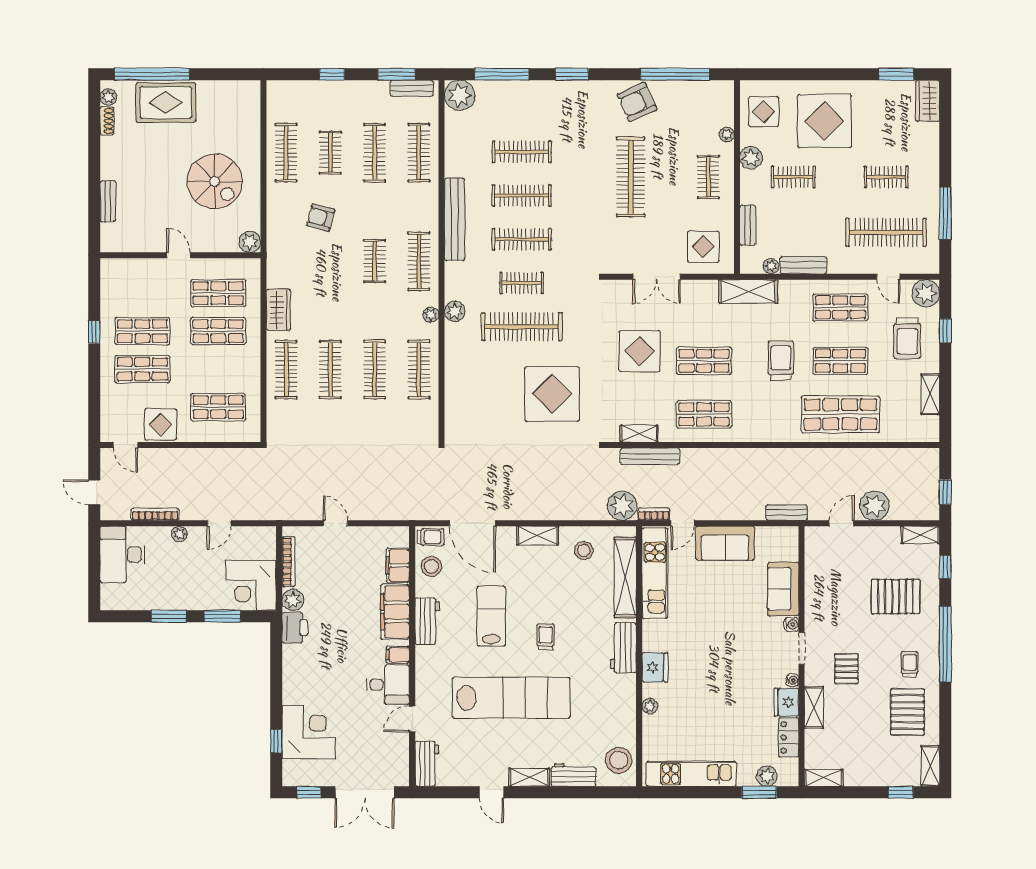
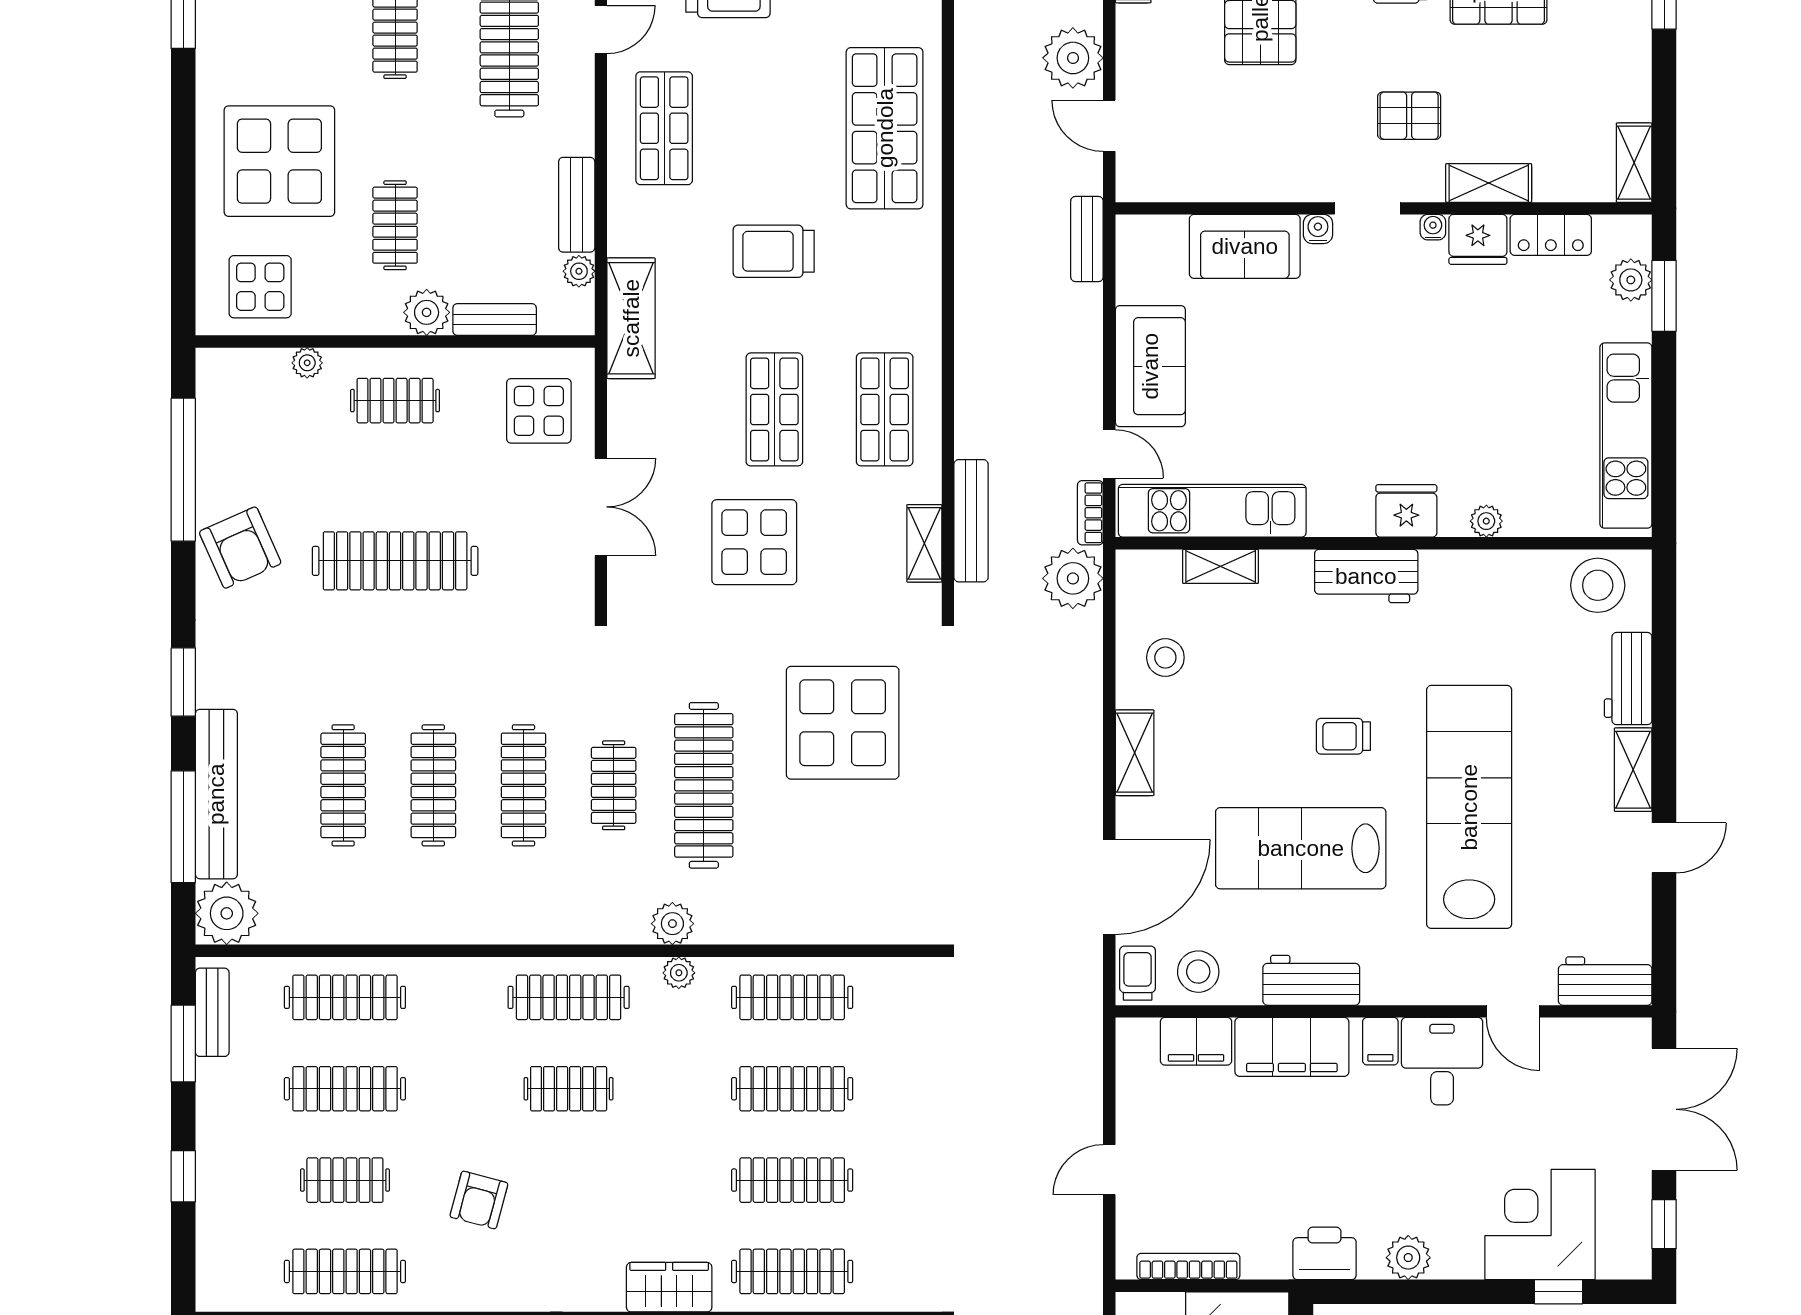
plant: (751, 158) -> (427, 312), moved
bench: (455, 219) -> (216, 794), moved, turned 90
shop shelf: (840, 361) -> (774, 128), removed
shelving: (625, 577) -> (1221, 566), width x0.45, depth x0.75
plant: (293, 600) -> (1408, 1258), moved
lab bench: (491, 616) -> (1301, 848), width x1.36, depth x1.39

